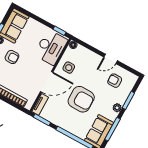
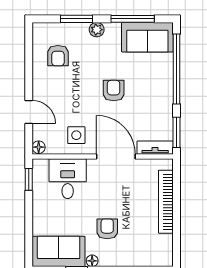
desk: (51, 47) -> (68, 179), width x0.73
door: (111, 59) -> (29, 112), moved
armchair: (81, 99) -> (114, 90), width x0.53, depth x0.53

